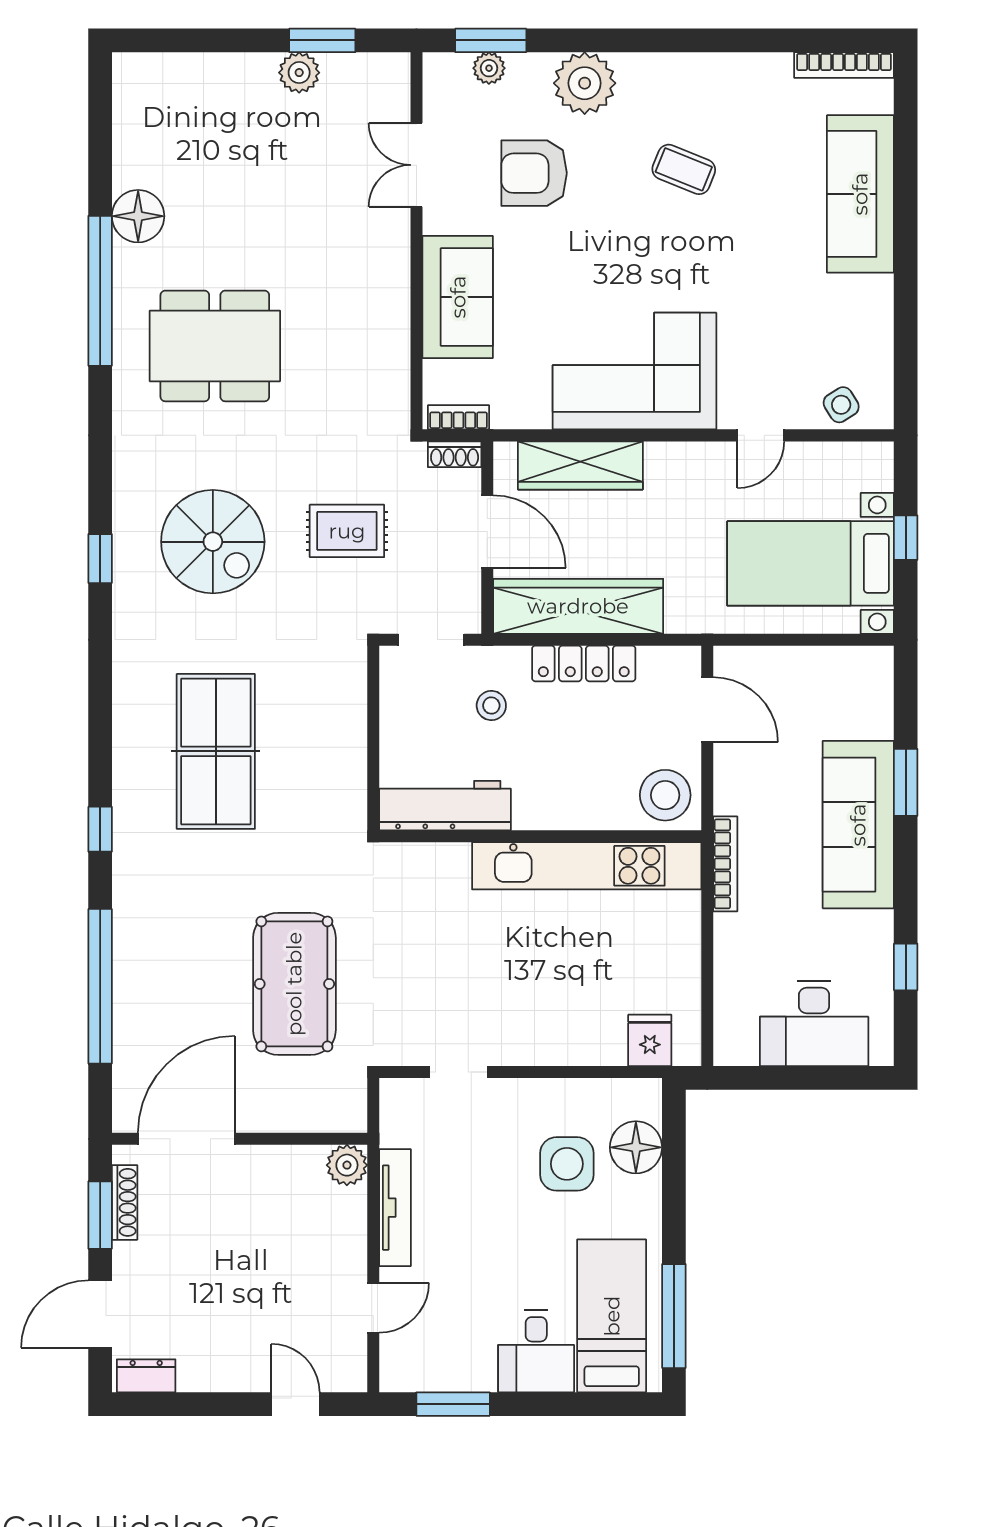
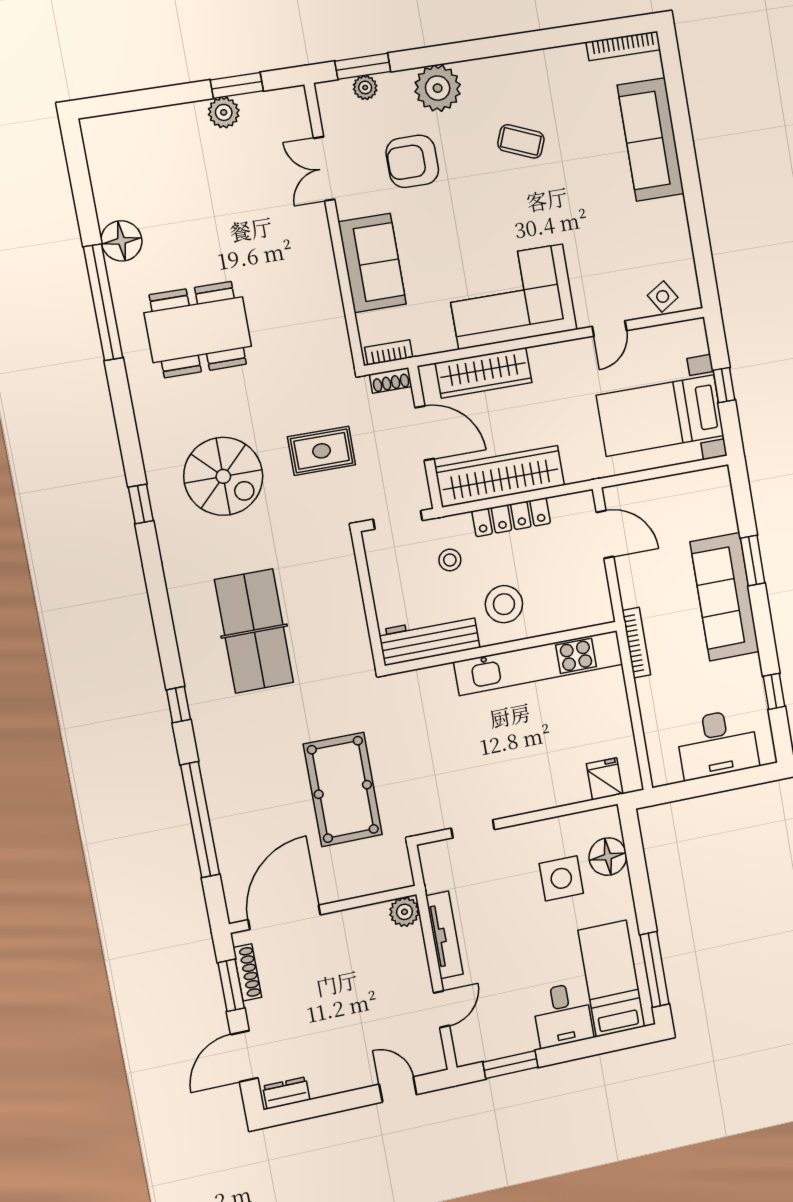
stool: (665, 795) -> (504, 604), moved

